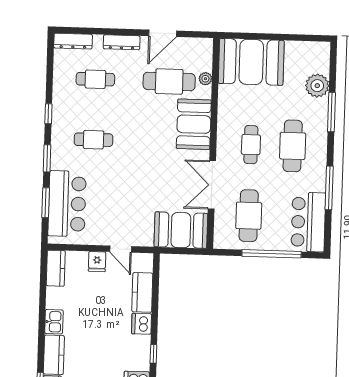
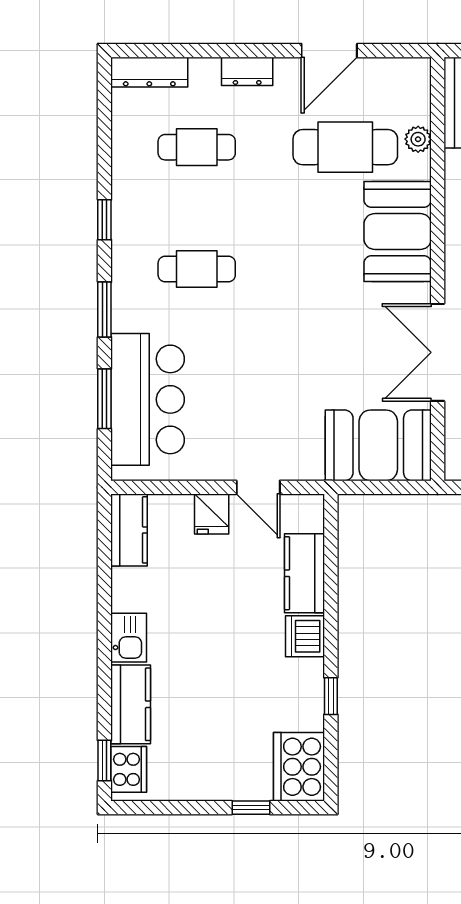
dresser: (122, 42) -> (247, 71), width x0.70

